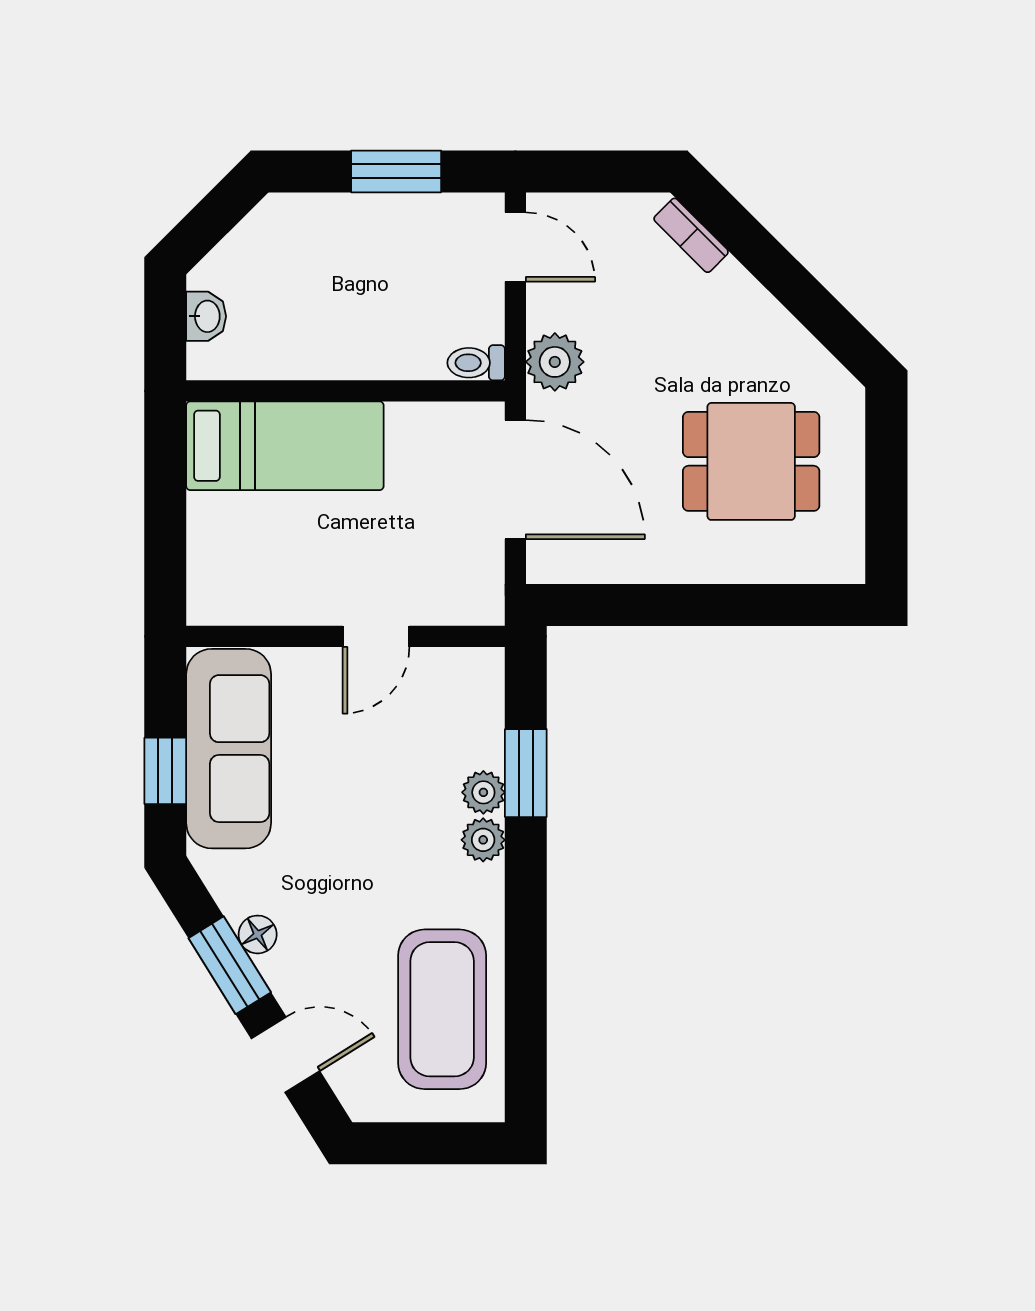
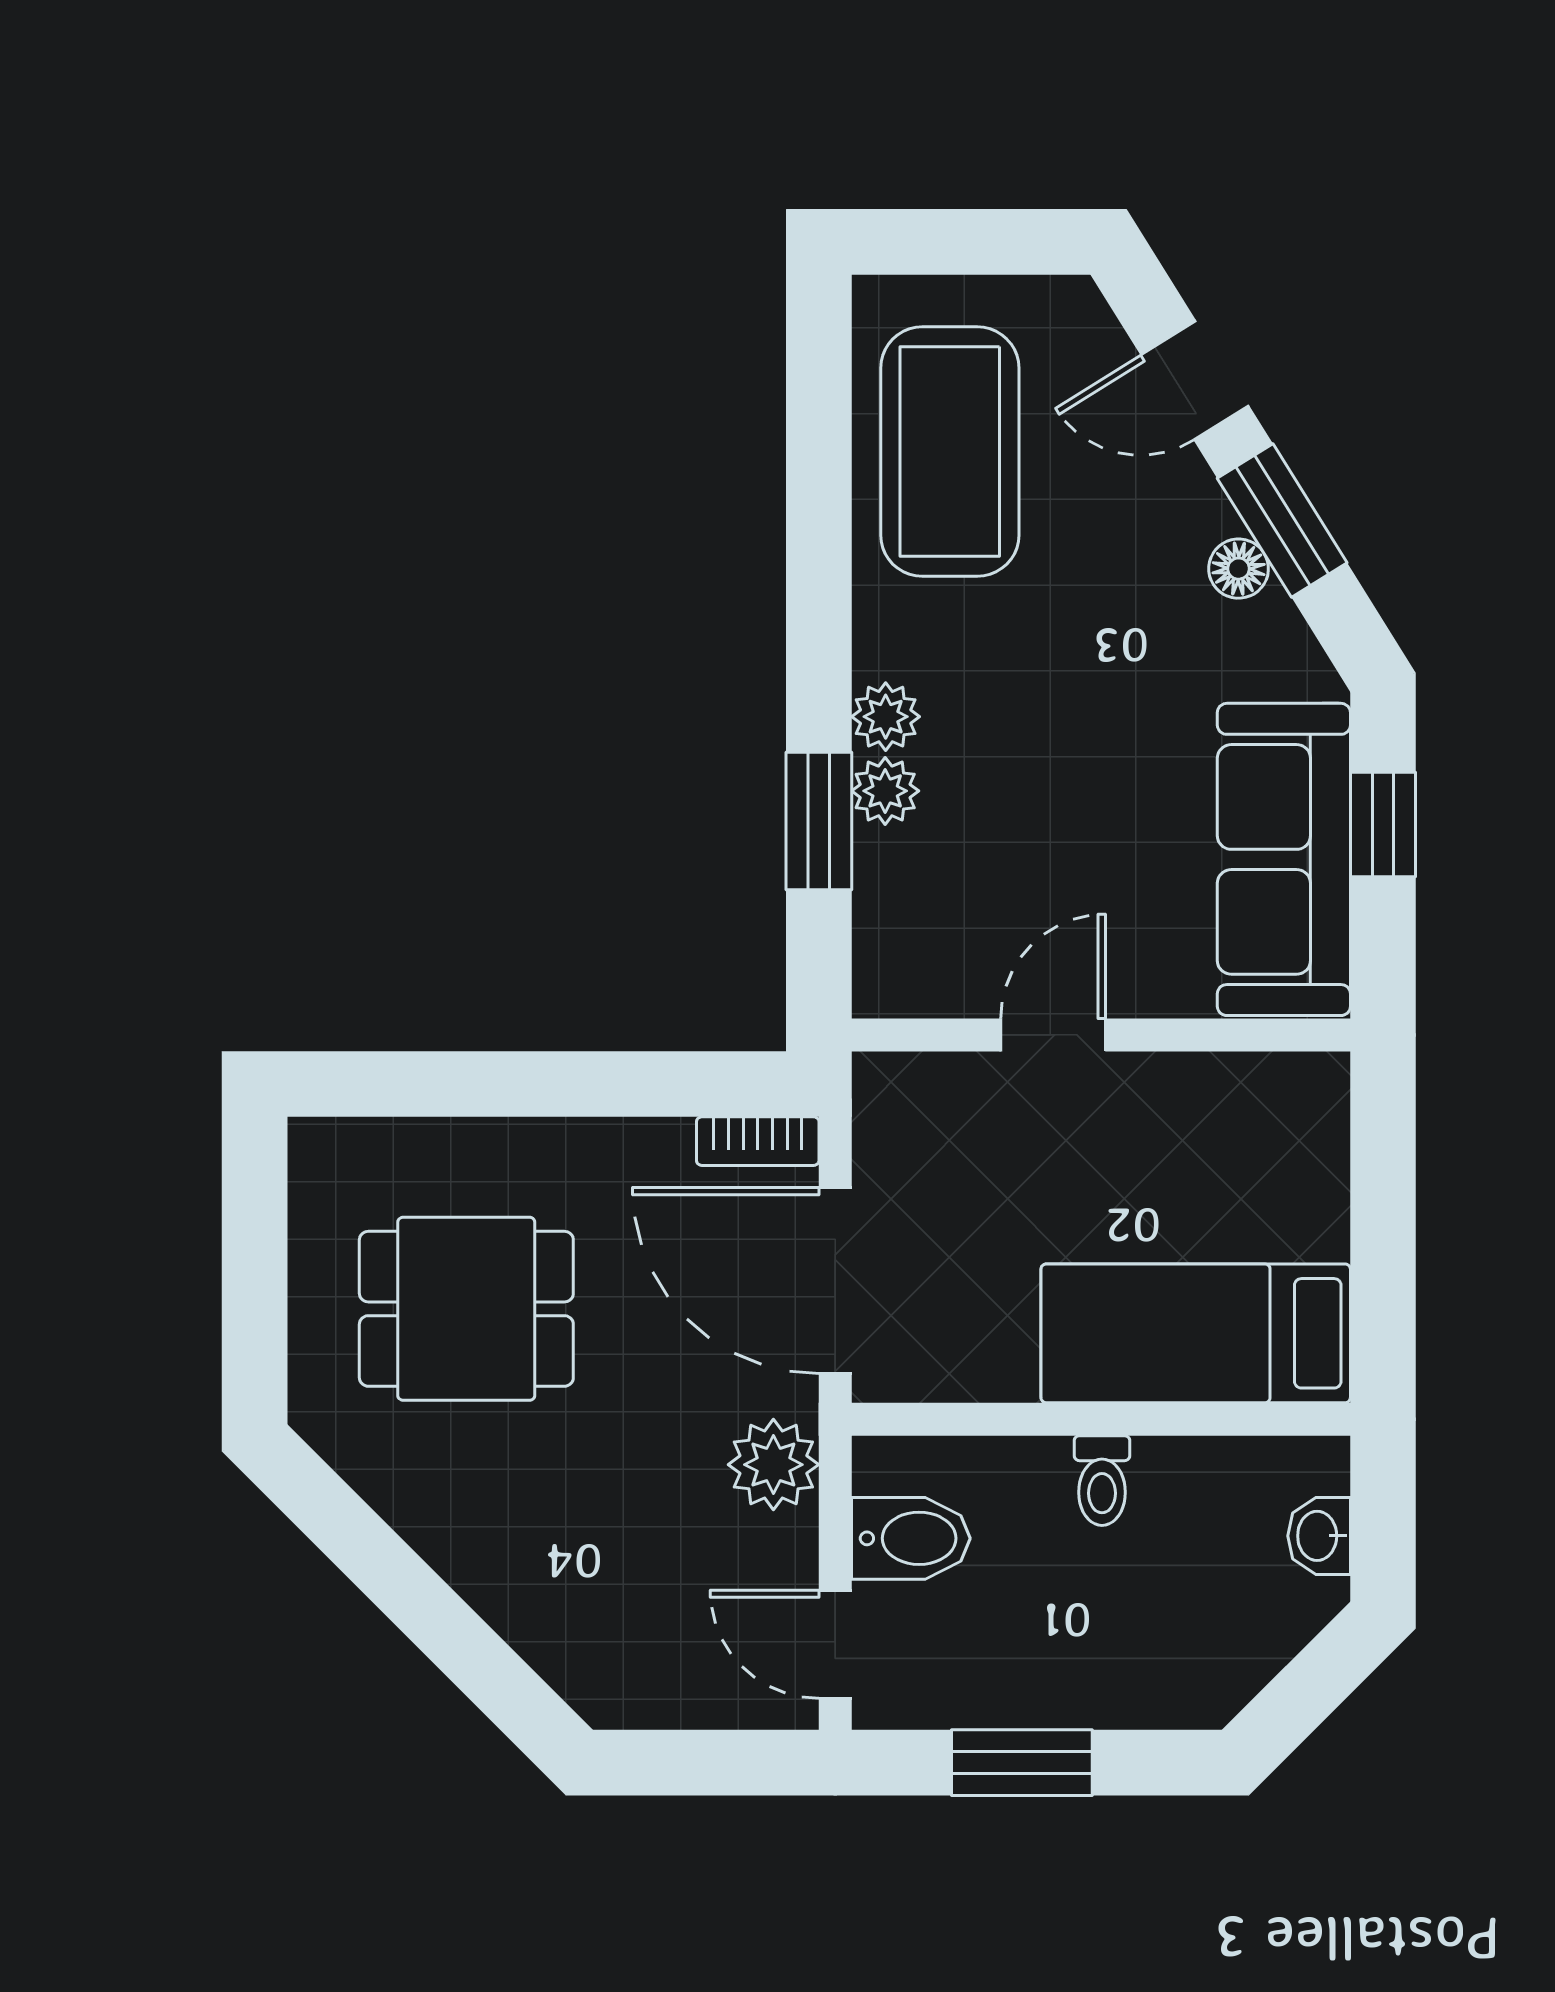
bookcase: (691, 235) -> (758, 1141), moved, turned 135
bidet: (467, 315) -> (911, 1538), added
toilet: (476, 363) -> (1102, 1481), moved, turned 90

